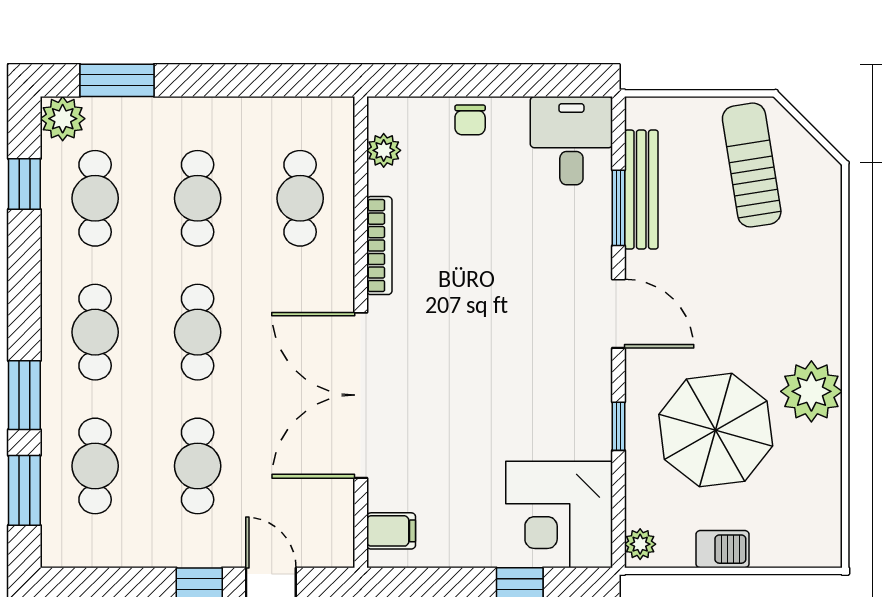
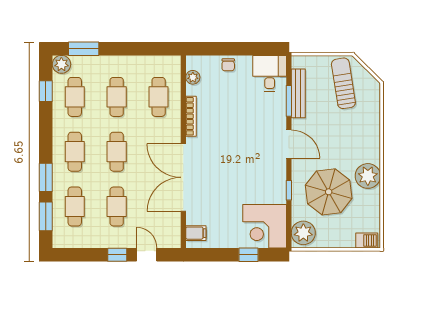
plant: (640, 544) -> (303, 233), width x1.88, depth x1.88
barbecue: (722, 549) -> (367, 240), moved

